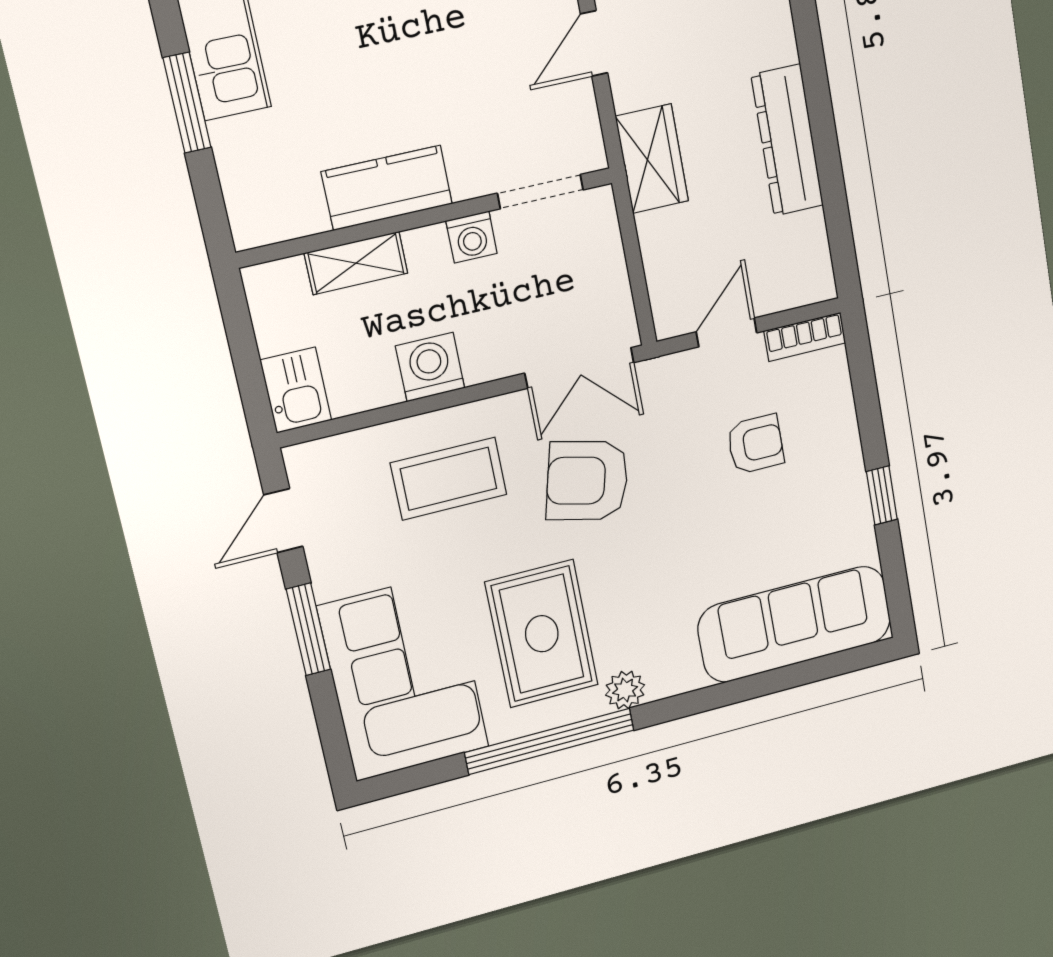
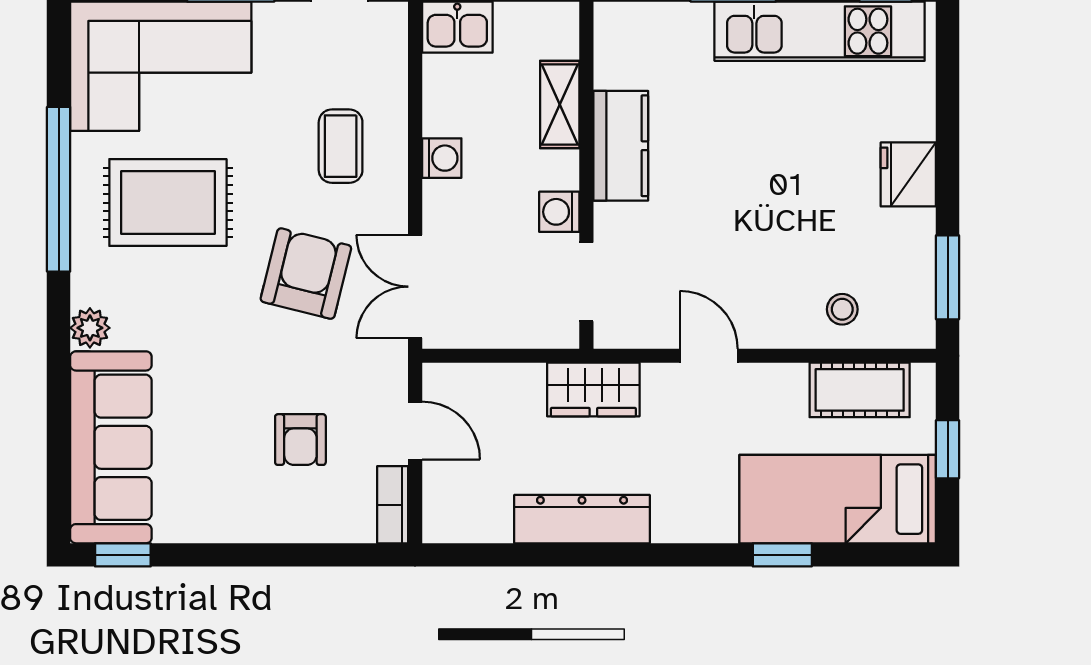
washing machine: (430, 367) -> (442, 158), width x0.73, depth x0.73
coffee table: (449, 479) -> (341, 146), width x0.73, depth x0.77
window: (882, 495) -> (123, 555), moved
plant: (625, 690) -> (90, 328), moved

